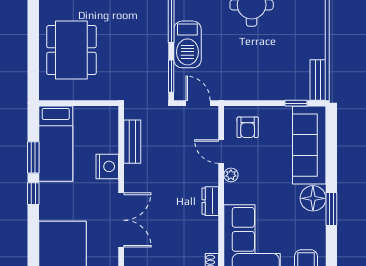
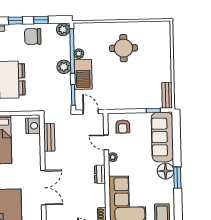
plant: (182, 12) -> (79, 54), added
plant: (158, 32) -> (64, 67), added
nightstand: (107, 166) -> (33, 126), moved

